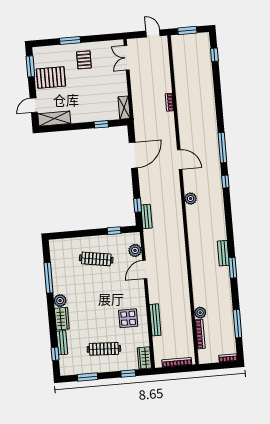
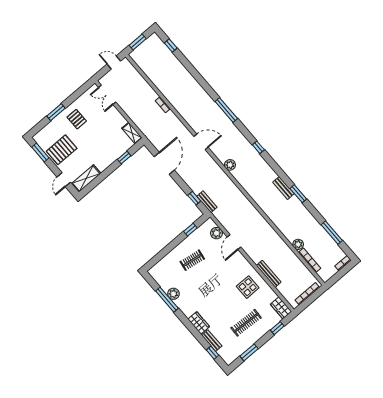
window: (225, 182) -> (258, 147), moved
clothes rail: (96, 259) -> (192, 260), width x0.73
plant: (60, 301) -> (173, 294), moved

